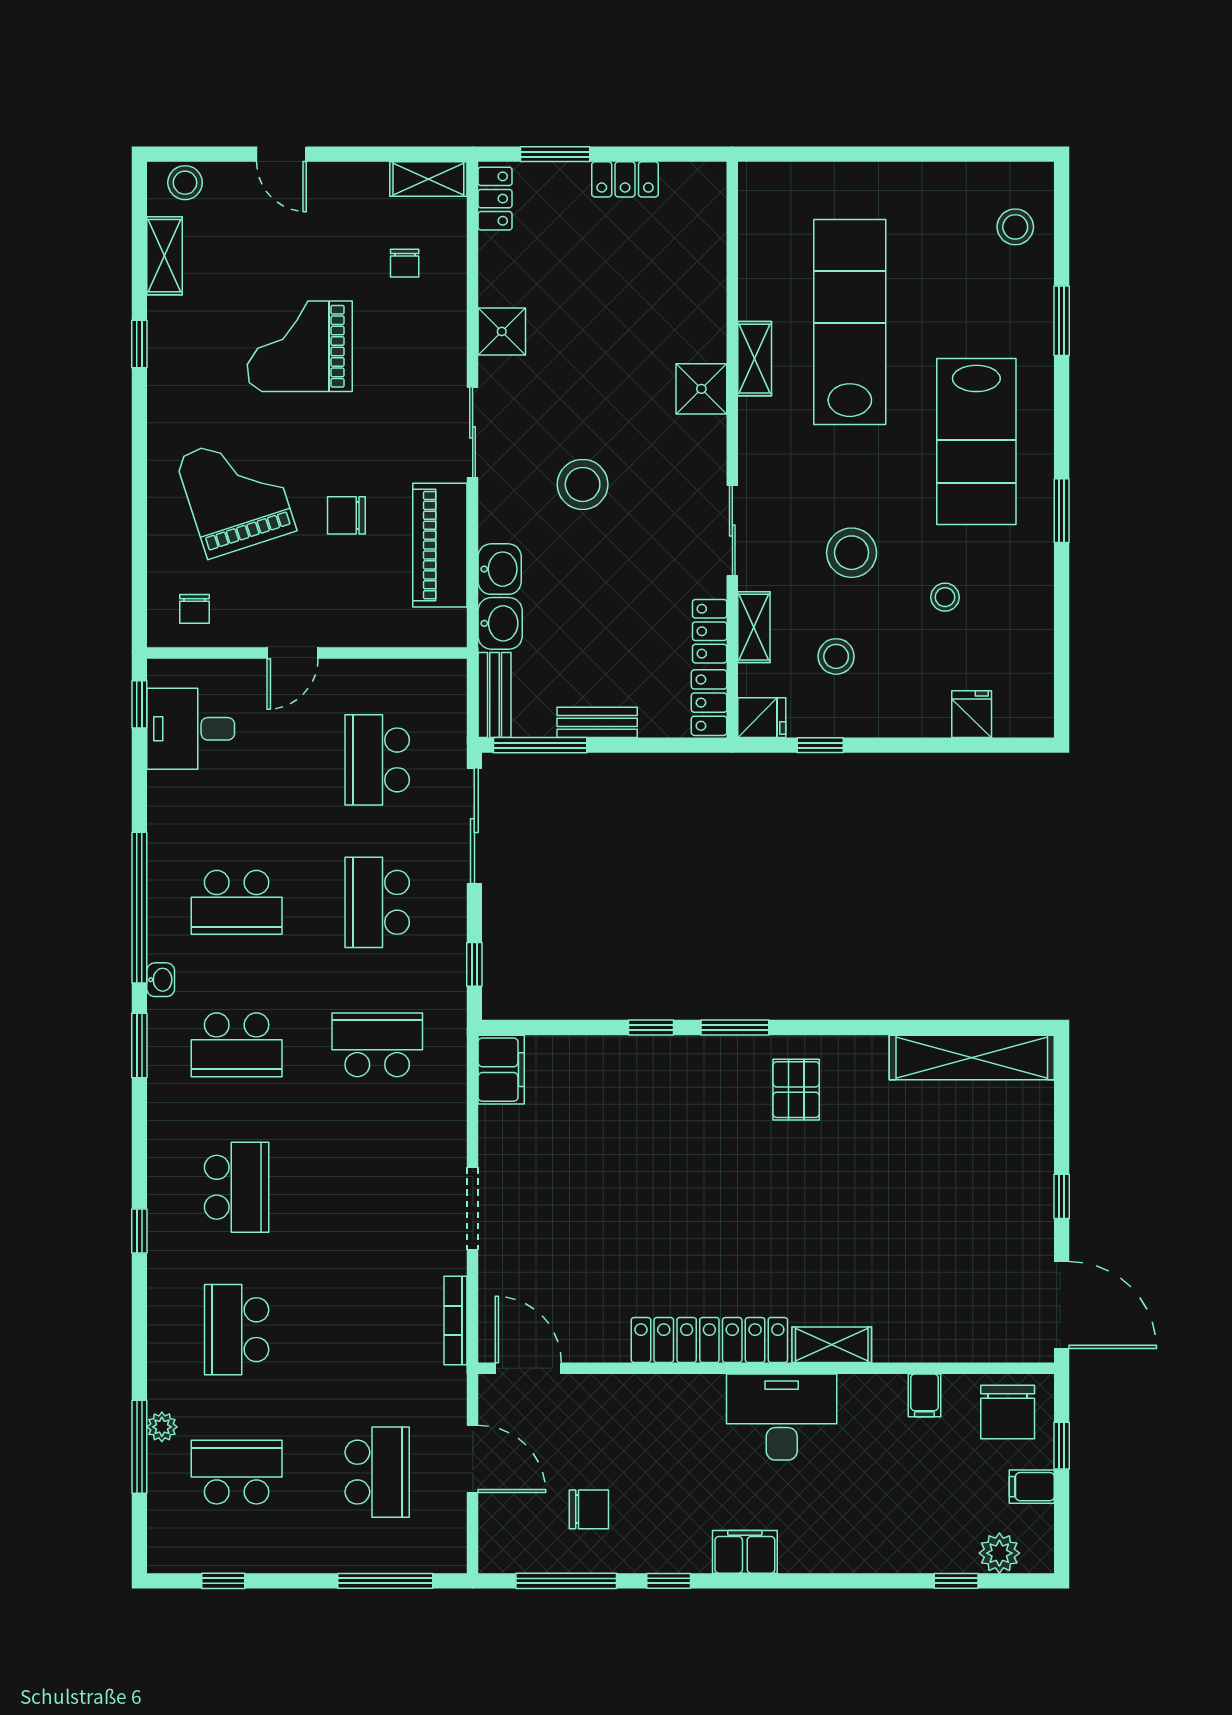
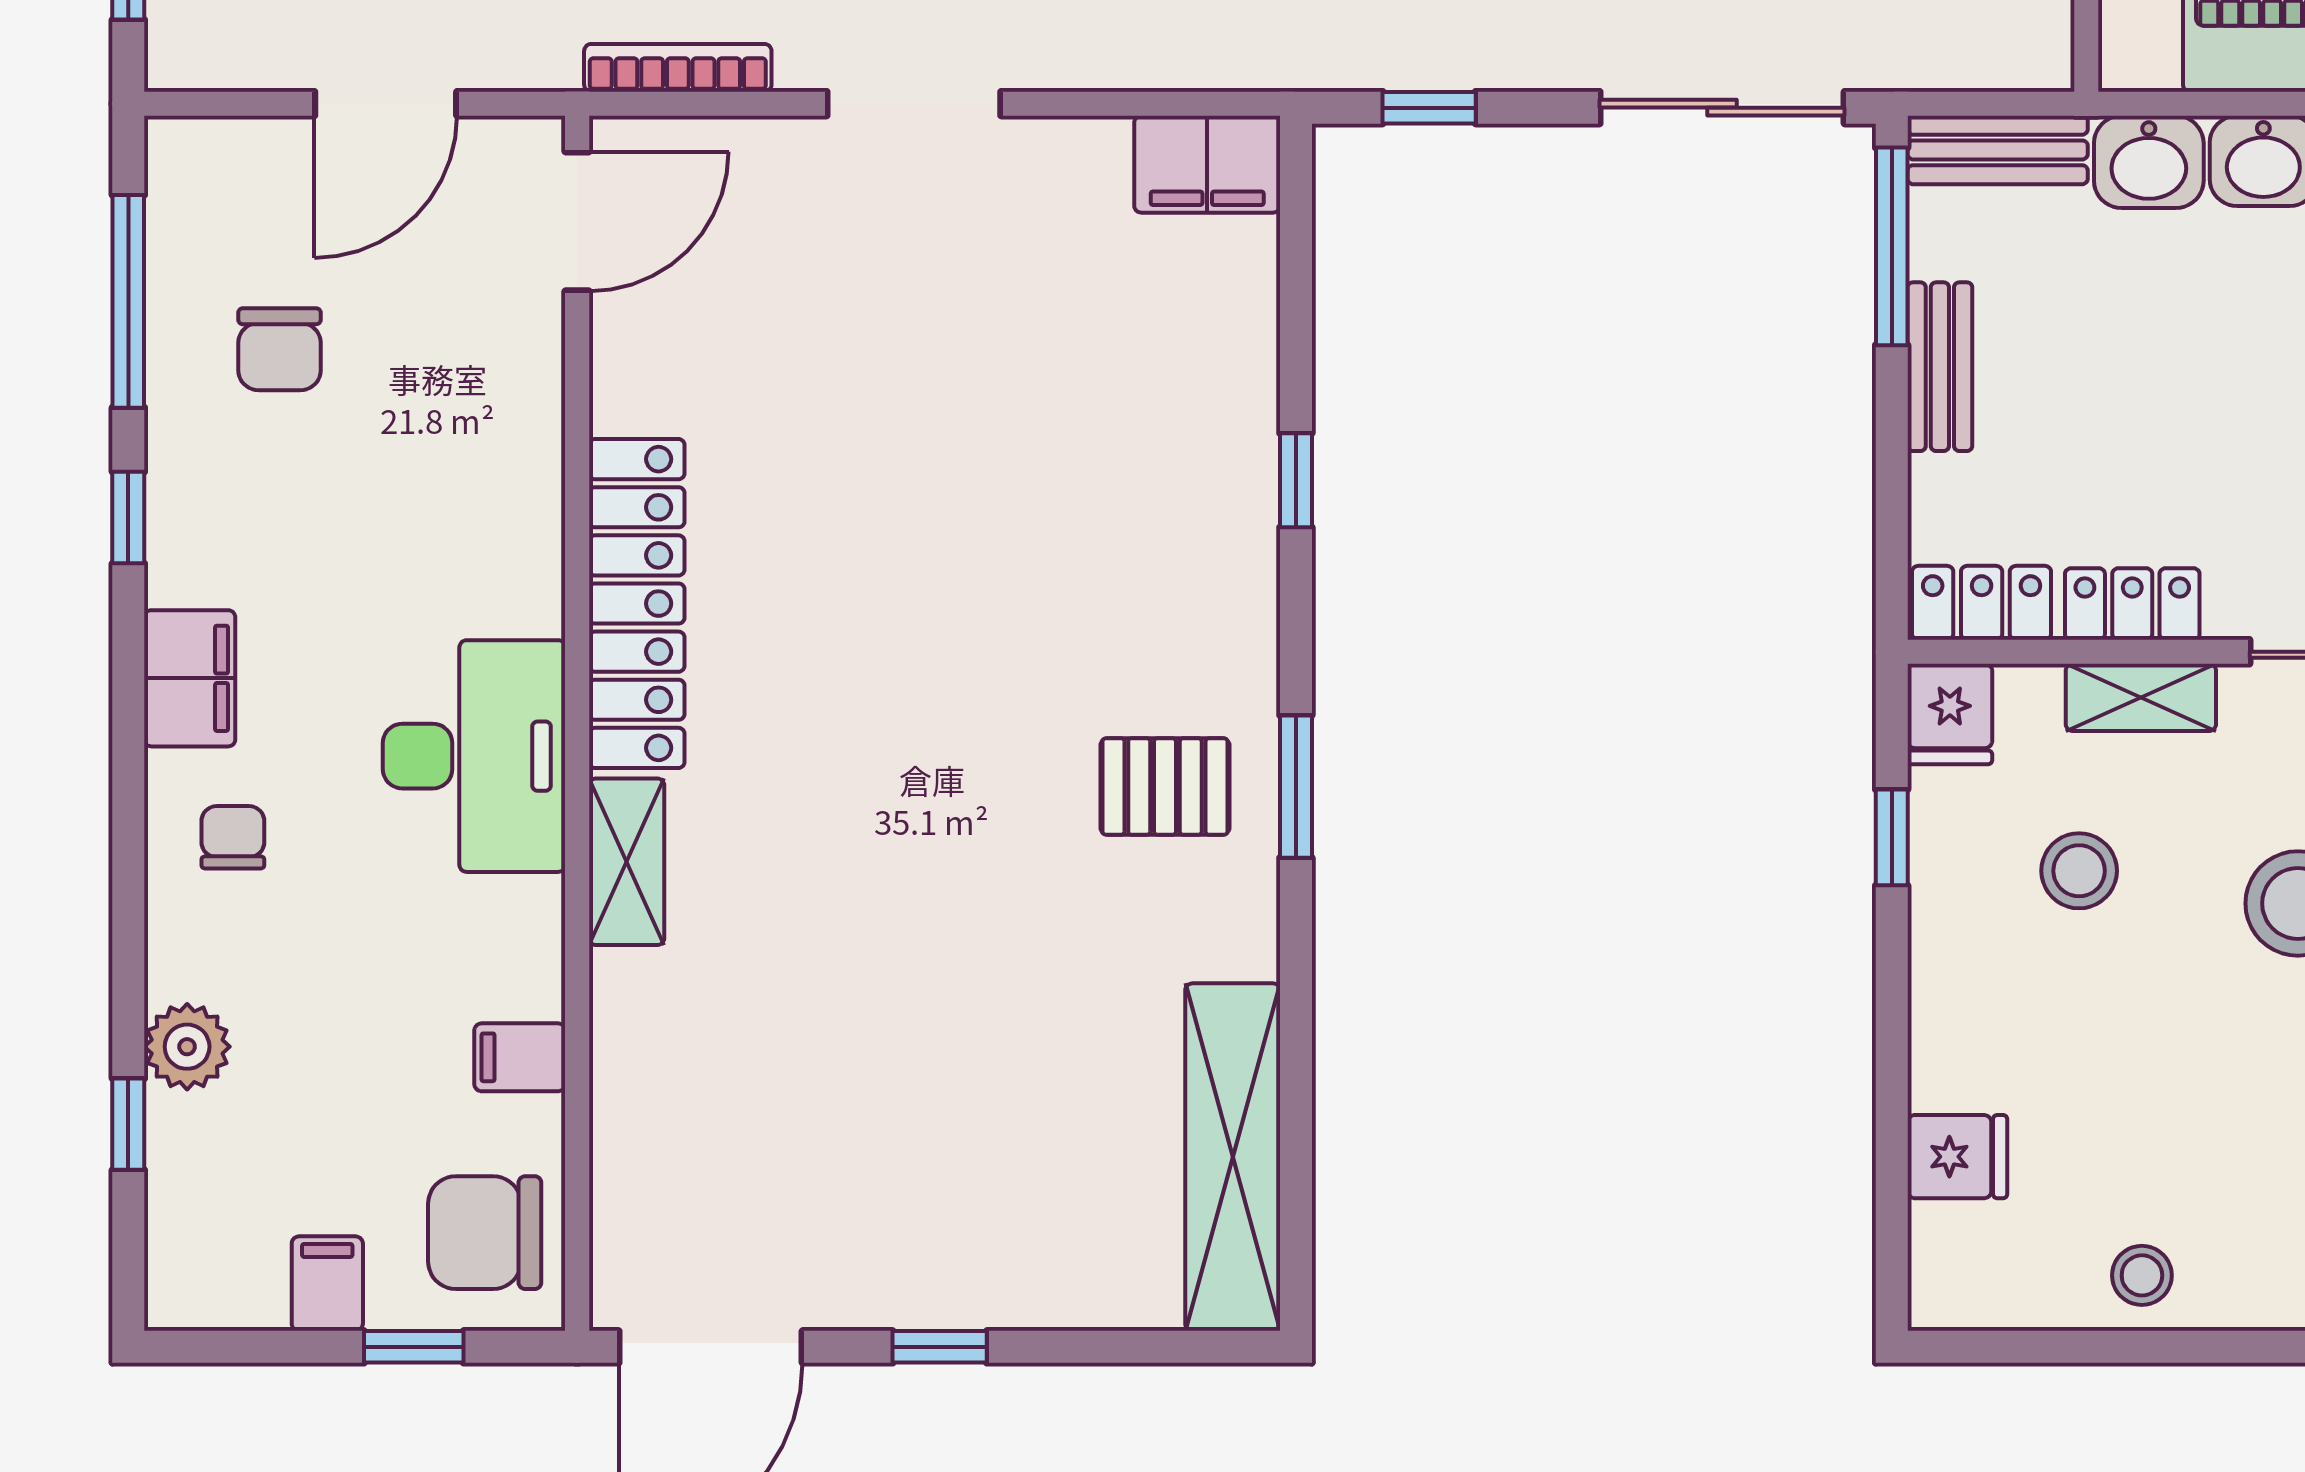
stool: (945, 597) -> (2142, 1275), moved
window: (735, 1028) -> (1296, 787), moved
chair: (820, 1531) -> (233, 837), added
plant: (999, 1553) -> (187, 1047), moved

